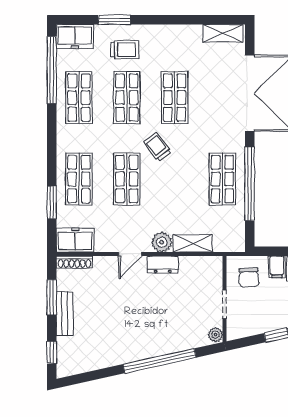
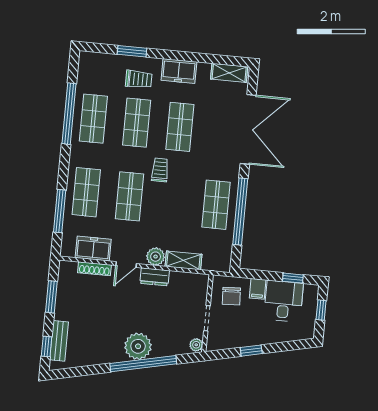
freezer: (75, 36) -> (179, 71), moved
window: (52, 70) -> (69, 114), moved
trolley: (157, 147) -> (160, 170), turned 37
window: (52, 202) -> (60, 211), width x1.44
freezer: (75, 240) -> (93, 249), moved
shoe rack: (74, 262) -> (94, 269), moved
bench: (65, 314) -> (59, 341), moved
plant: (152, 342) -> (138, 346), added

